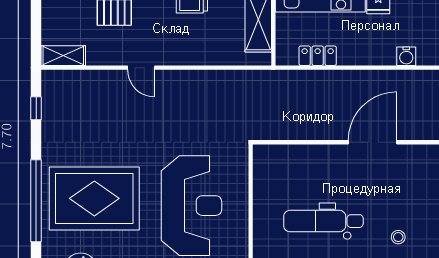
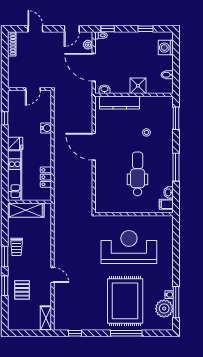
door: (141, 68) -> (52, 275), hinge flipped
window: (36, 201) -> (126, 333), width x0.68
dental chair: (323, 221) -> (138, 174), turned 180

